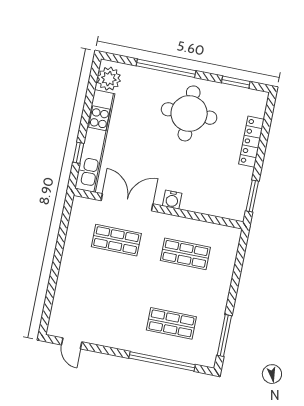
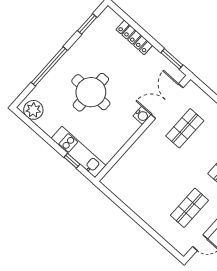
round table: (189, 113) -> (91, 92), moved
kitchen unit: (95, 141) -> (78, 152), width x0.73
double door: (127, 202) -> (167, 101), moved
shop shelf: (116, 240) -> (189, 208), moved

